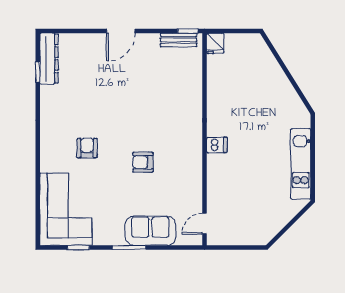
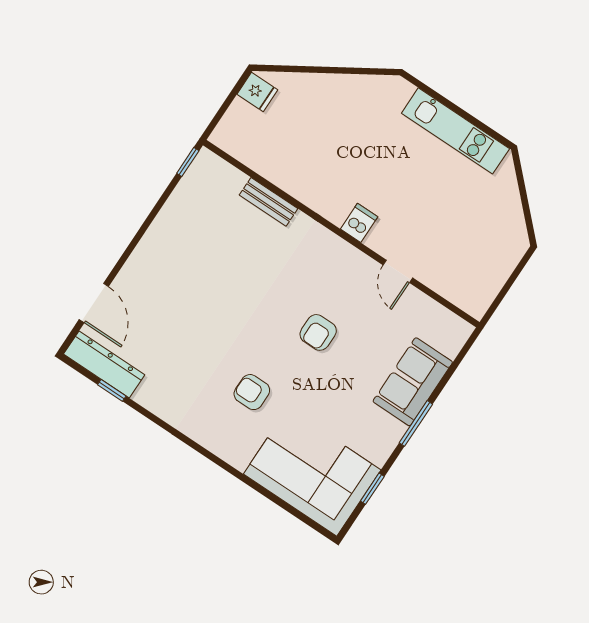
door: (121, 31) -> (94, 303), moved
bench: (179, 40) -> (269, 202), moved, turned 90
fridge: (215, 43) -> (257, 92), moved
door: (204, 224) -> (398, 271), moved

